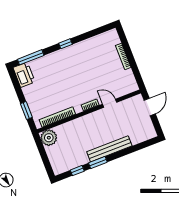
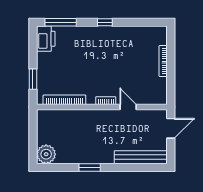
plant: (49, 138) -> (46, 154), moved
bench: (109, 149) -> (141, 157), moved
window: (77, 171) -> (63, 167), removed

